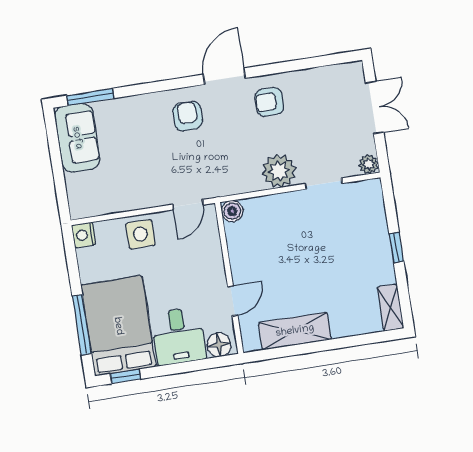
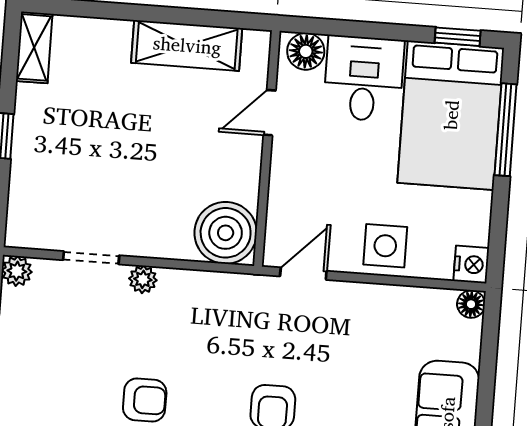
plant: (279, 171) -> (143, 279), width x0.53, depth x0.53
floor lamp: (78, 210) -> (471, 304), added
boiler: (232, 211) -> (226, 233), width x1.86, depth x1.86

